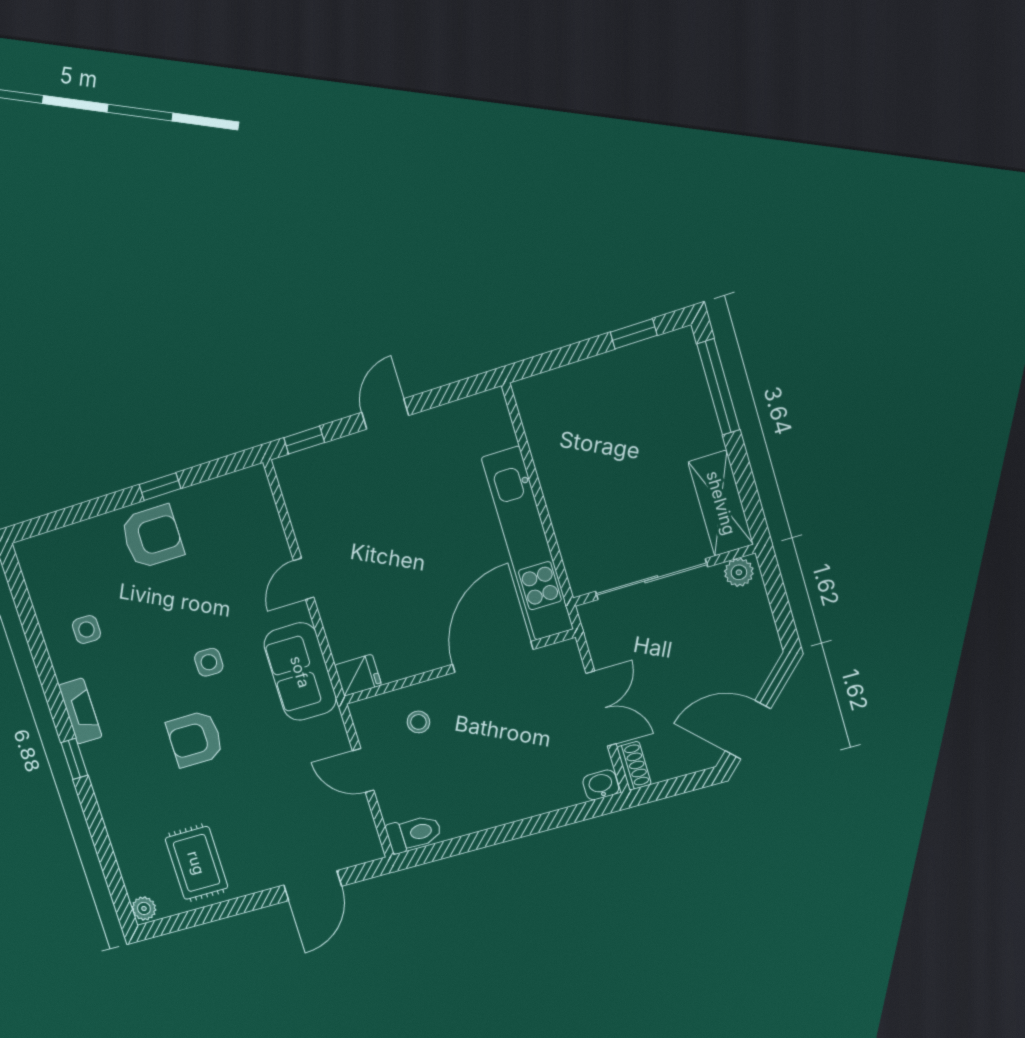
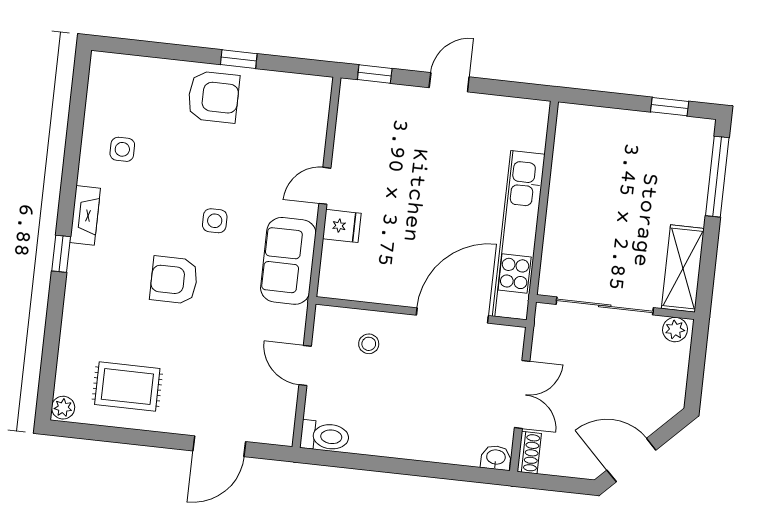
fridge: (358, 675) -> (342, 226), moved
rug: (196, 863) -> (127, 387), turned 90

